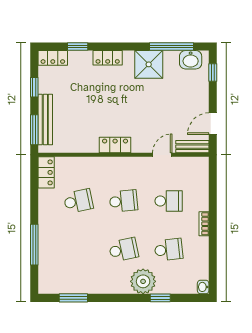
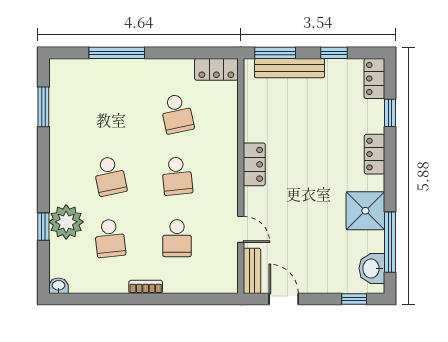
plant: (143, 281) -> (66, 222), moved

